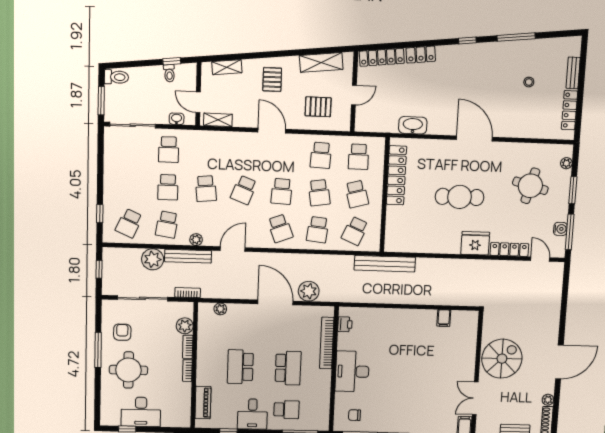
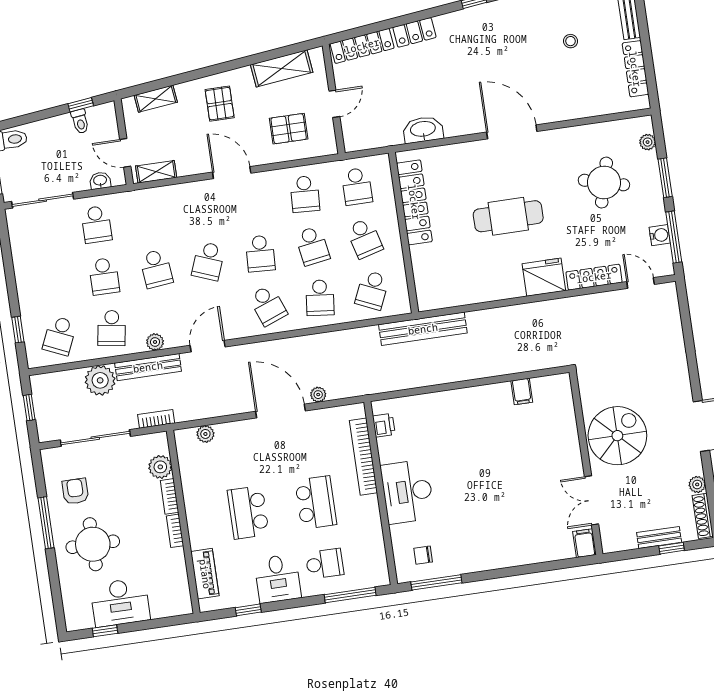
plant: (309, 291) -> (318, 395), width x0.53, depth x0.53

